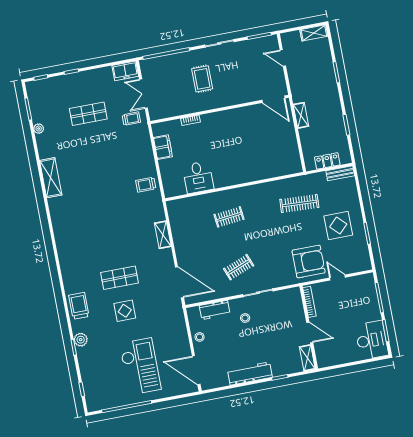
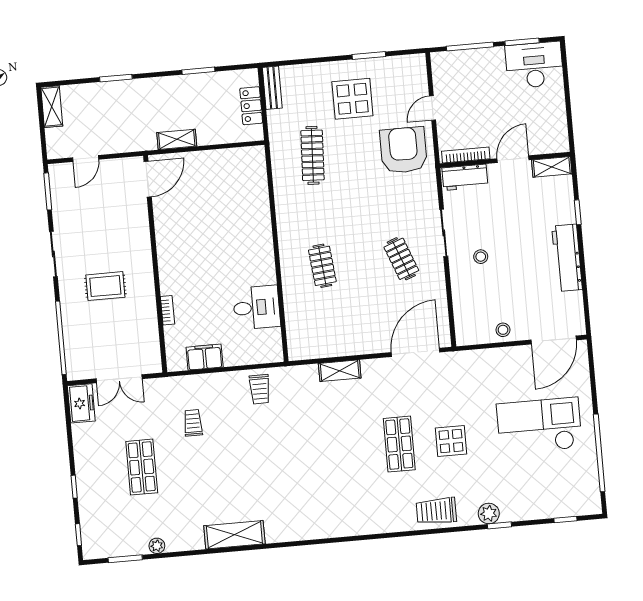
trolley: (131, 119) -> (193, 423), moved
workbench: (215, 310) -> (465, 177), moved, turned 90

